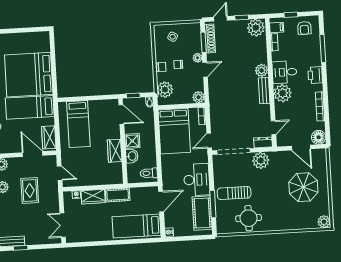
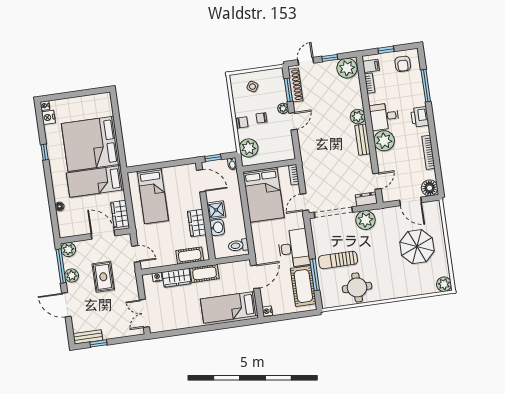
plant: (199, 97) -> (288, 153), removed
cot: (106, 178) -> (190, 256), added

